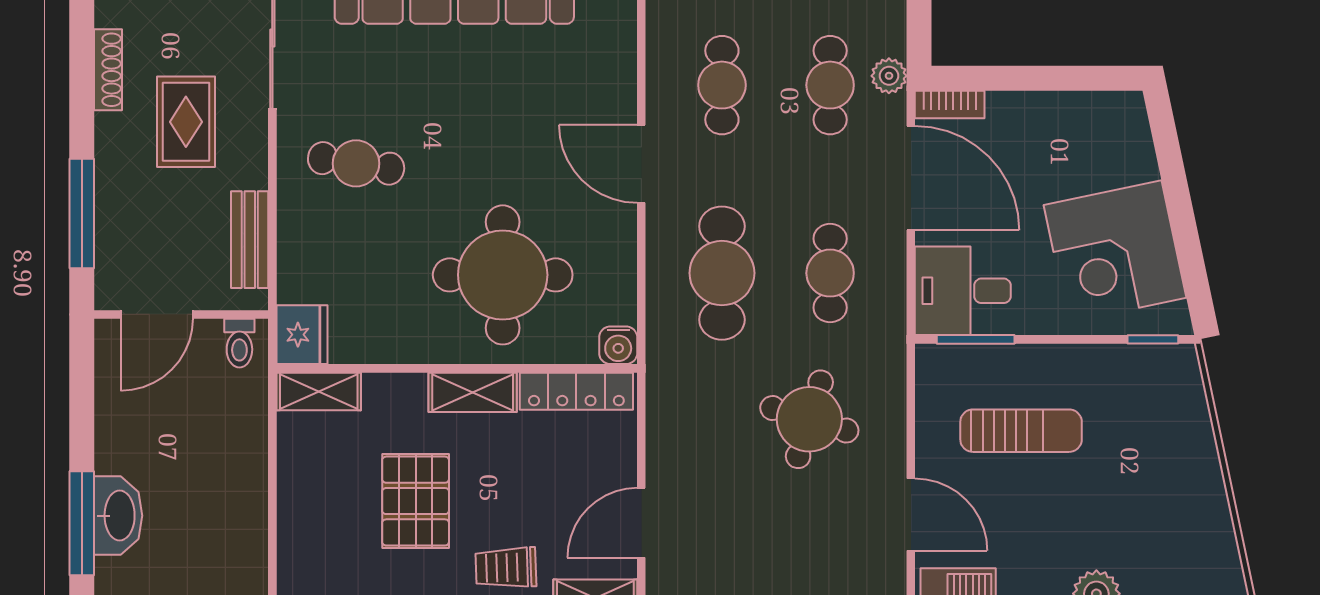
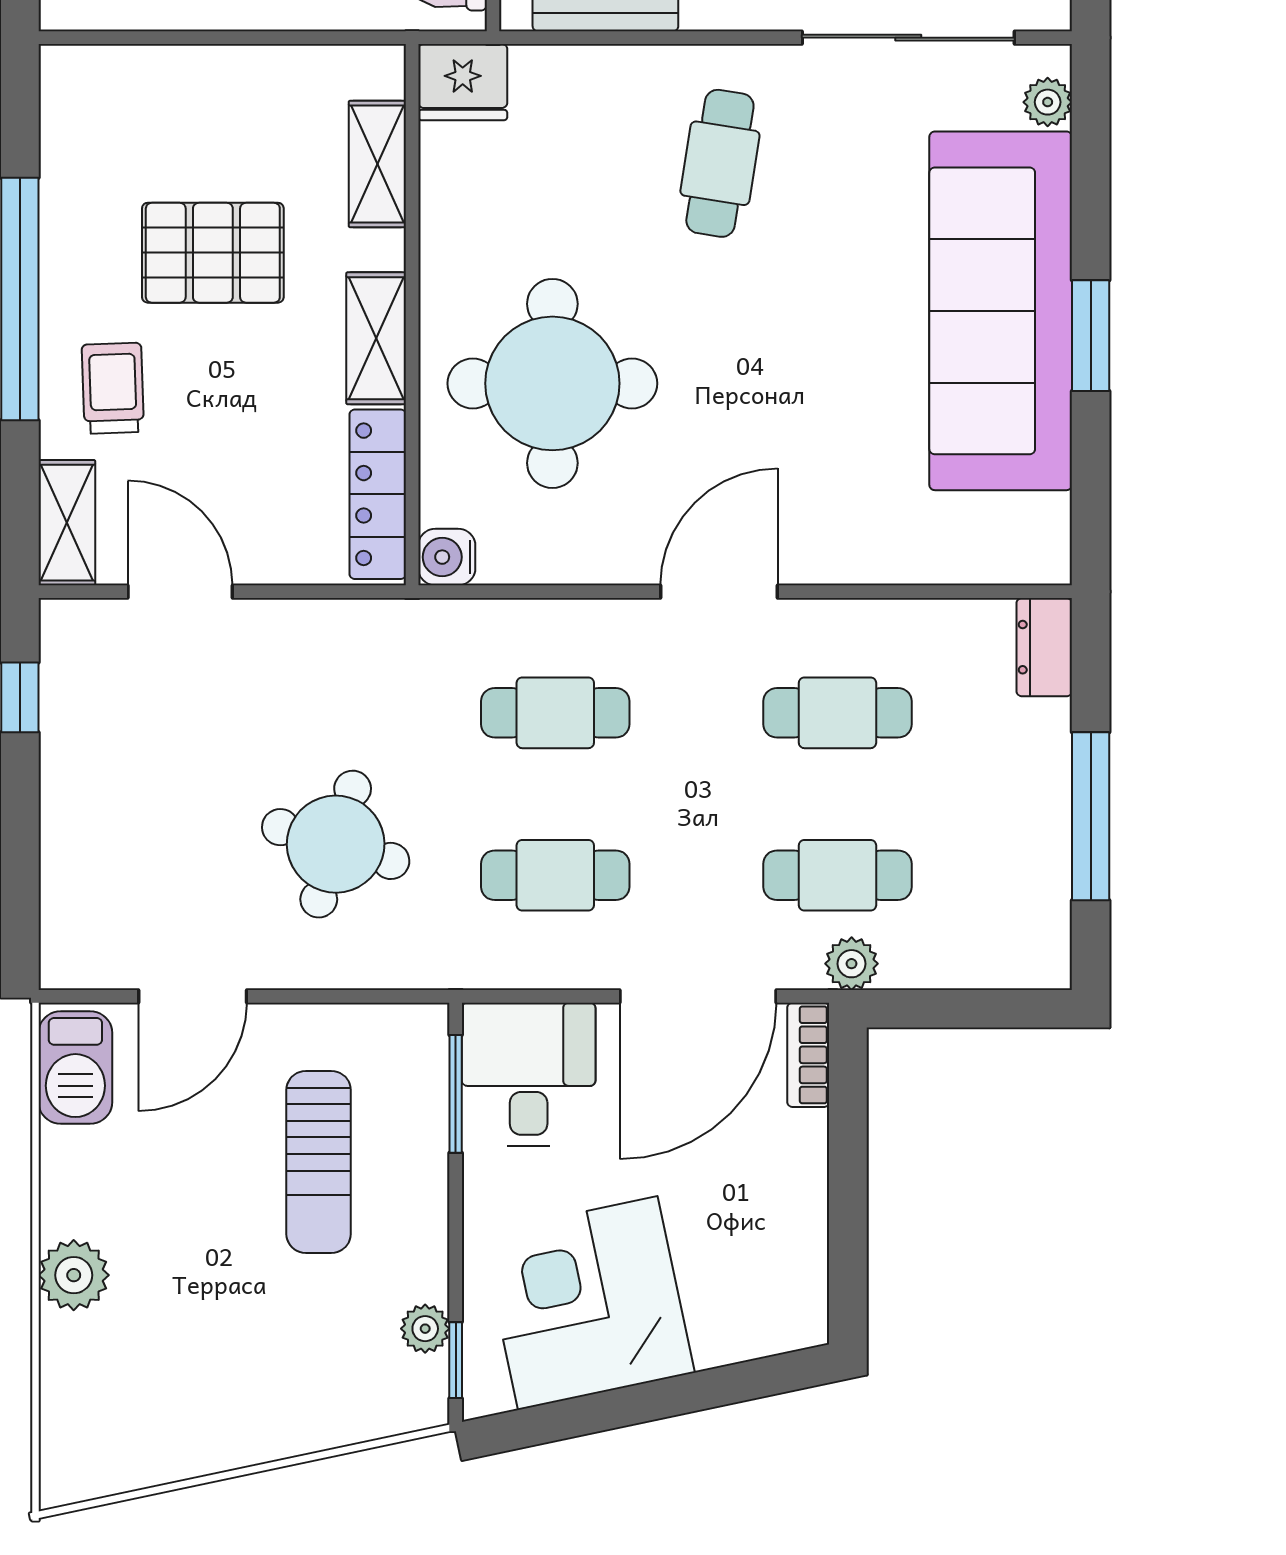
cafe table: (722, 273) -> (555, 713), width x0.73, depth x0.74
plant: (1132, 360) -> (425, 1329), added
shelving: (319, 392) -> (377, 164), moved

